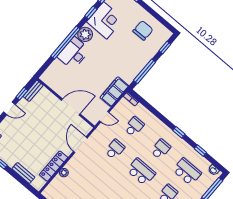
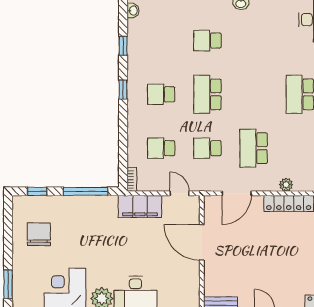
chair: (143, 30) -> (39, 234), turned 90
school desk: (187, 172) -> (254, 148), moved

